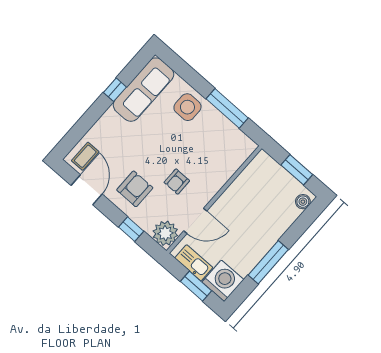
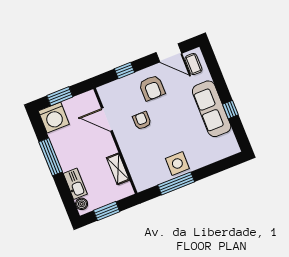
sofa: (144, 90) -> (212, 109), moved
side table: (187, 107) -> (177, 164), moved
shelving: (244, 181) -> (118, 169), added
door: (195, 221) -> (107, 120), hinge flipped
plant: (165, 233) -> (109, 94), removed
kitchen sink: (194, 263) -> (75, 184), moved, turned -90

